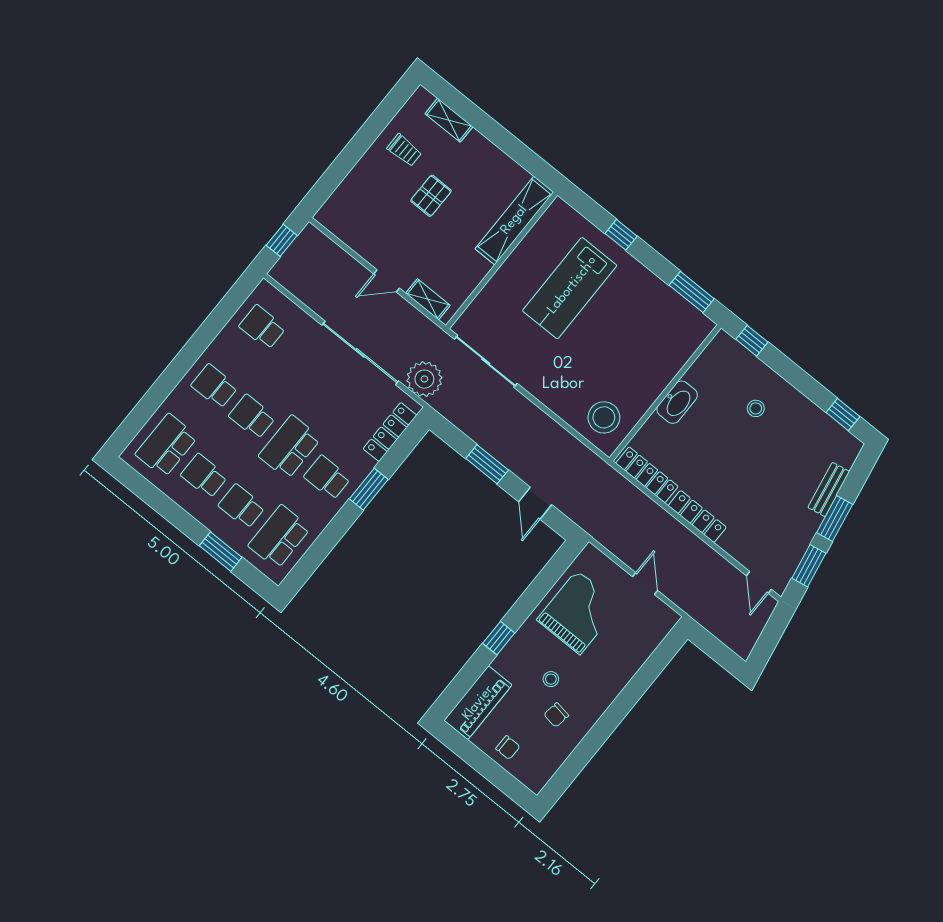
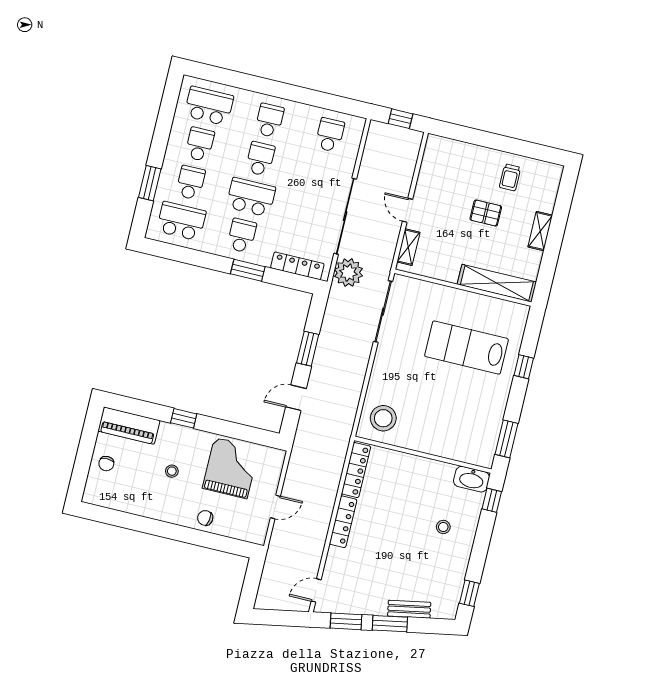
shelving: (449, 120) -> (540, 231), moved
washbasin: (677, 402) -> (472, 479), moved
grand piano: (579, 612) -> (231, 468), turned -90
chair: (556, 715) -> (205, 518), moved

